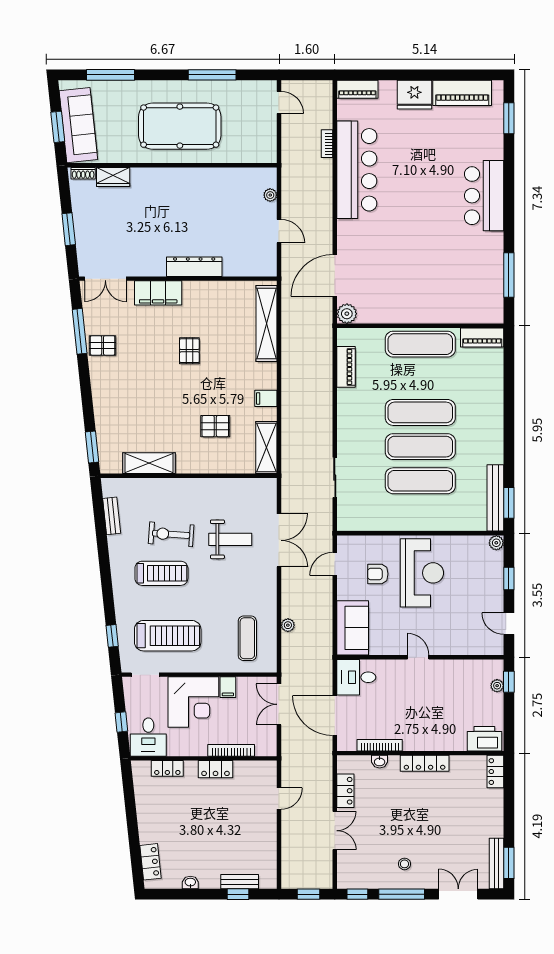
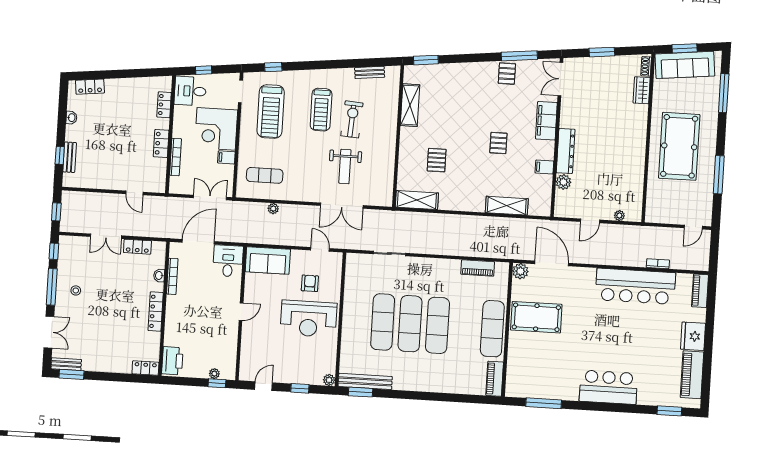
plant: (233, 267) -> (563, 182), added
pool table: (403, 290) -> (536, 317), added
shelving: (266, 323) -> (507, 206), width x0.68
pallet: (189, 351) -> (498, 143), turned 90
filing cabinet: (266, 398) -> (544, 167), moved, turned -90
bench: (497, 863) -> (66, 364), width x0.73

